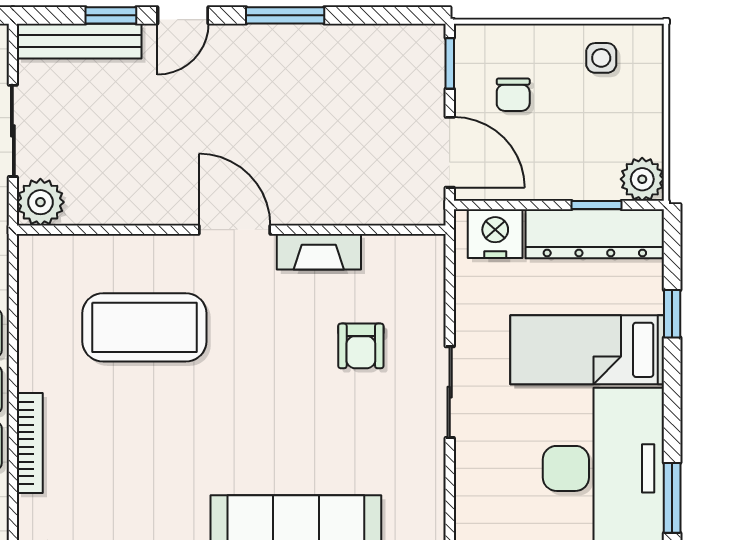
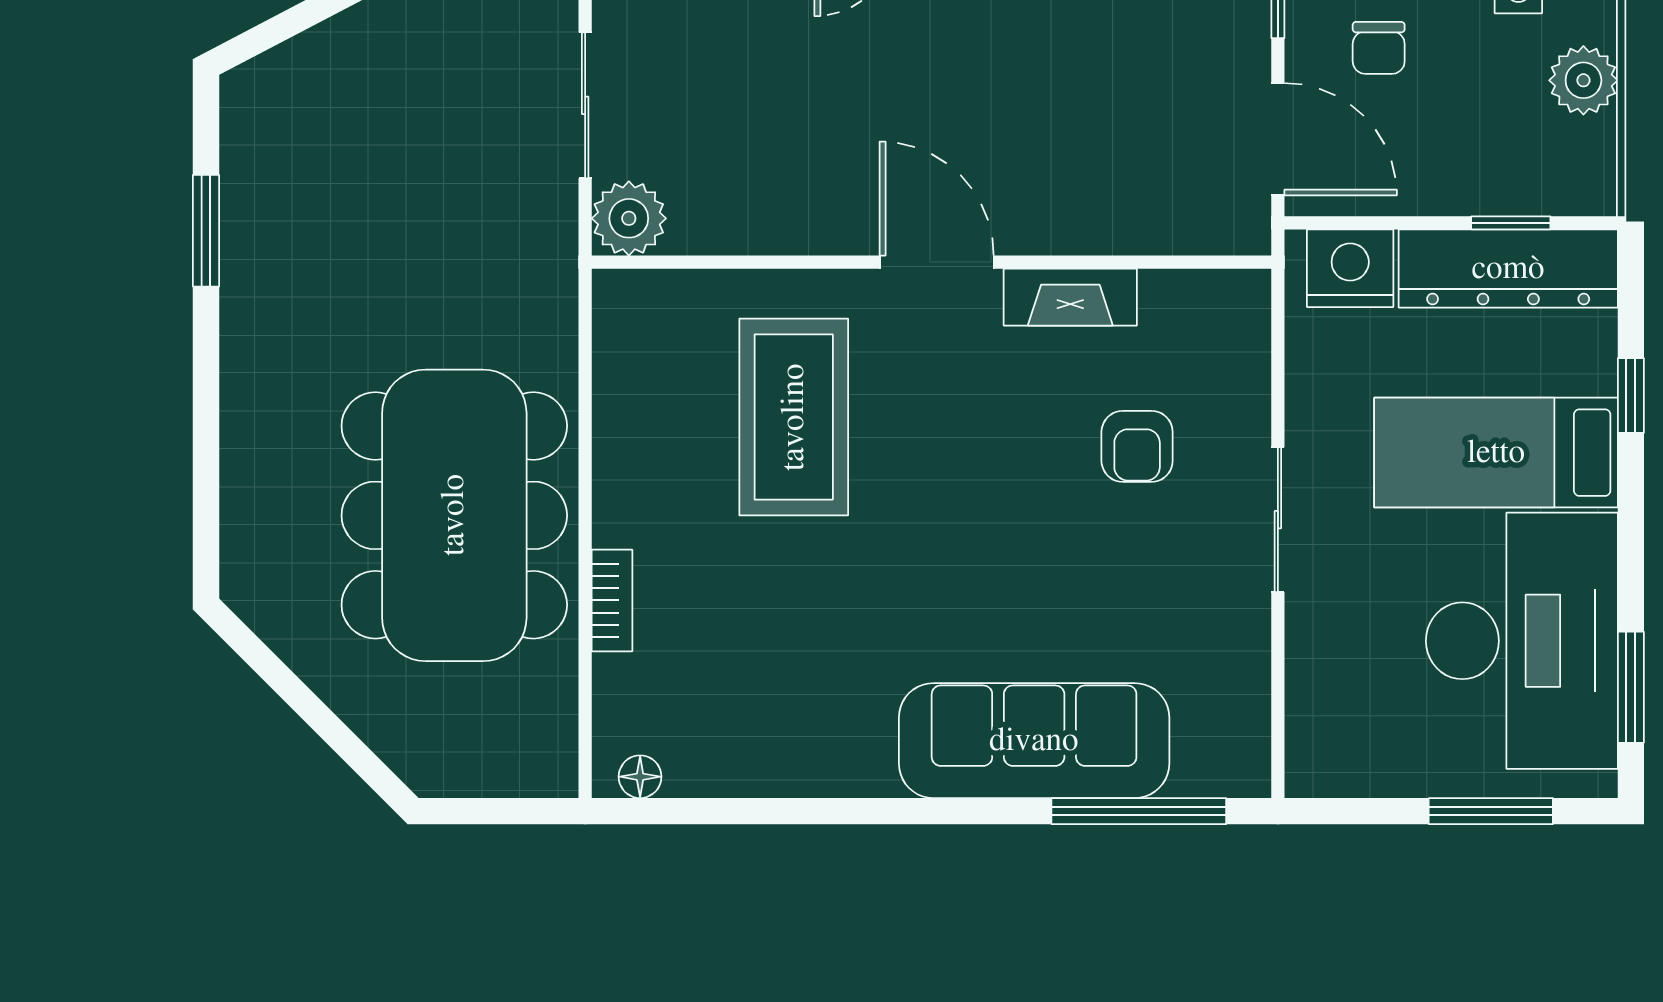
plant: (642, 179) -> (1583, 80), moved
coffee table: (144, 327) -> (794, 417), turned 90
bookcase: (30, 443) -> (612, 600), width x0.64

